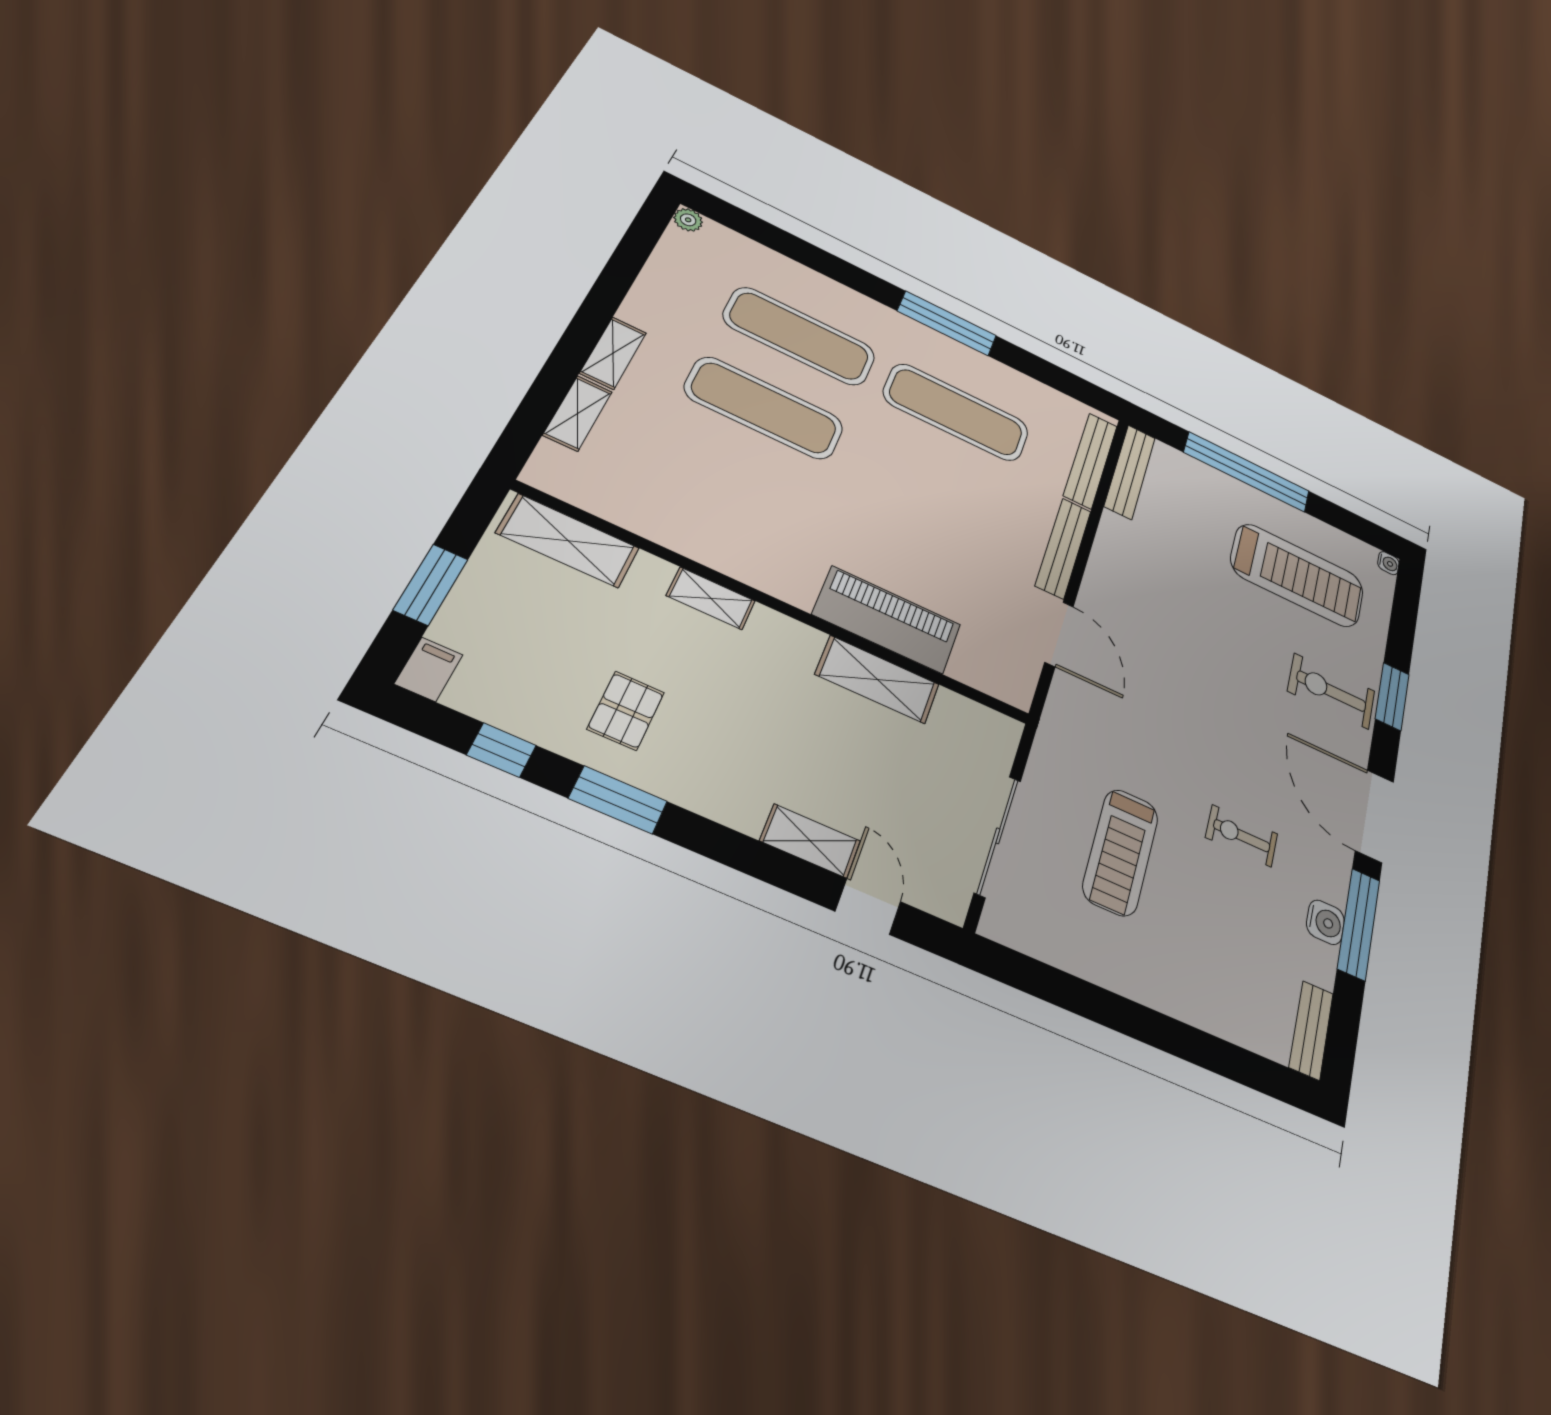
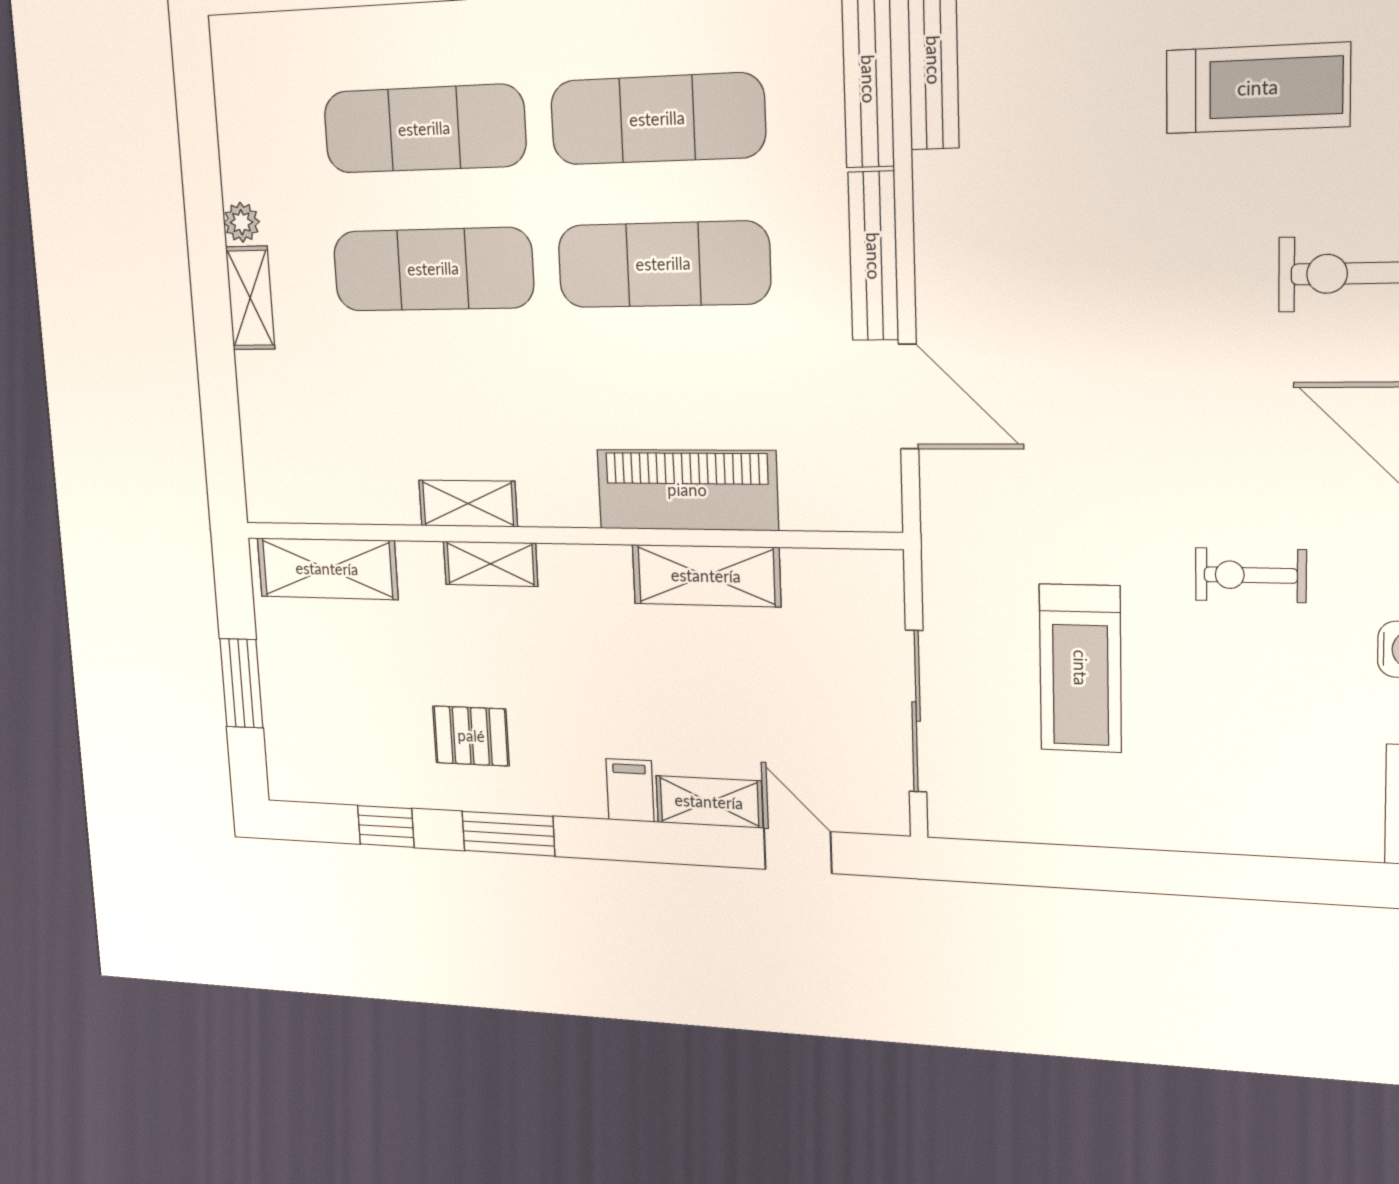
plant: (688, 220) -> (242, 222), moved
shelving: (578, 413) -> (468, 504), moved, turned 90
exercise mat: (927, 486) -> (663, 264), added
treadmill: (1297, 575) -> (1258, 88), width x0.73, depth x0.73
filing cabinet: (429, 669) -> (630, 790), moved
pallet: (626, 711) -> (471, 736), turned 90

